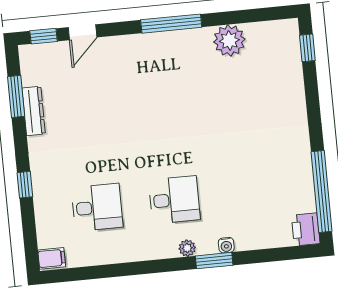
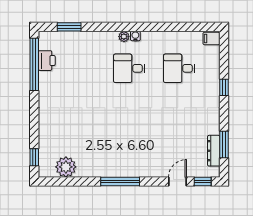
plant: (229, 41) -> (66, 167), moved
dresser: (34, 111) -> (214, 151), moved
printer: (306, 229) -> (47, 61), moved
water cooler: (226, 245) -> (135, 36), moved
window: (214, 261) -> (69, 27), moved

